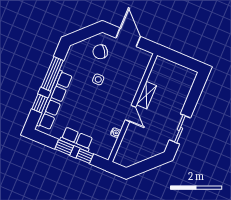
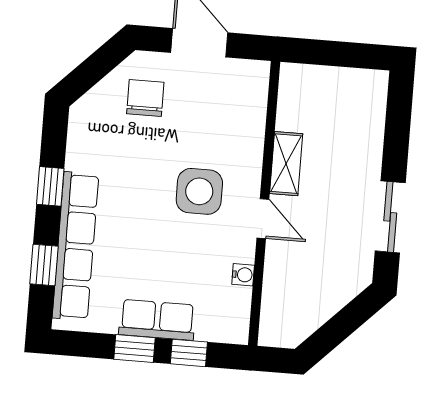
chair: (100, 52) -> (145, 98), turned 124
window: (52, 74) -> (50, 186), width x0.46
side table: (98, 79) -> (199, 191), moved, width x1.87, depth x1.87

